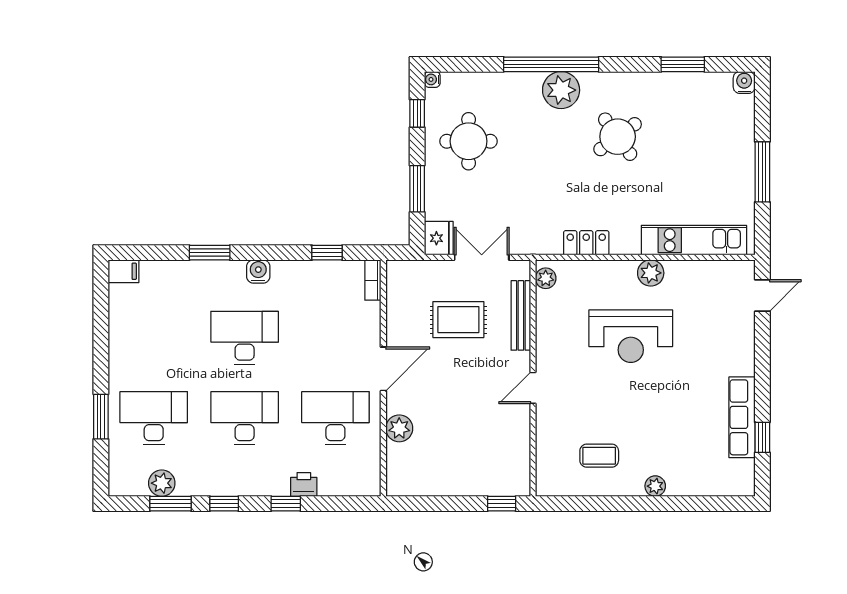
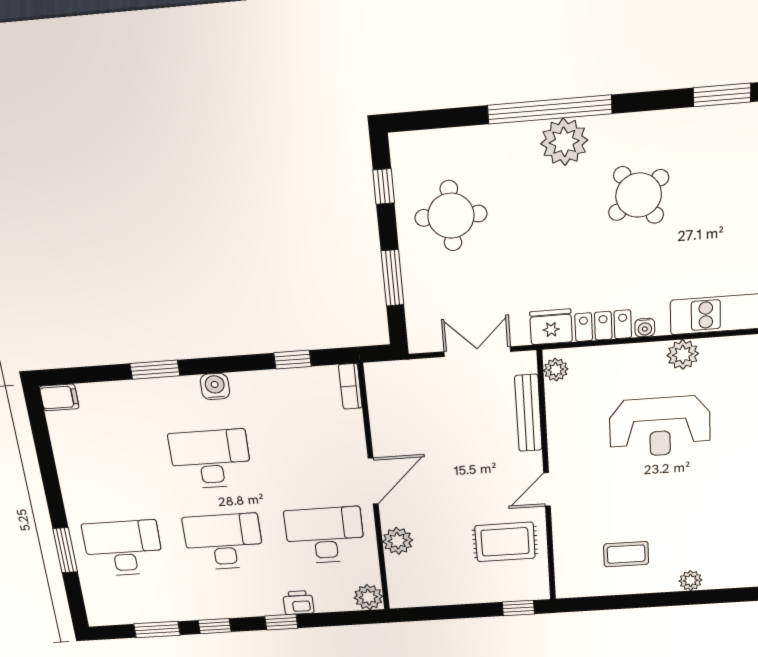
water cooler: (432, 79) -> (645, 328), moved, turned -90
fridge: (439, 238) -> (551, 327), moved, turned -90
rug: (458, 320) -> (505, 542), moved
plant: (162, 483) -> (368, 597), moved

